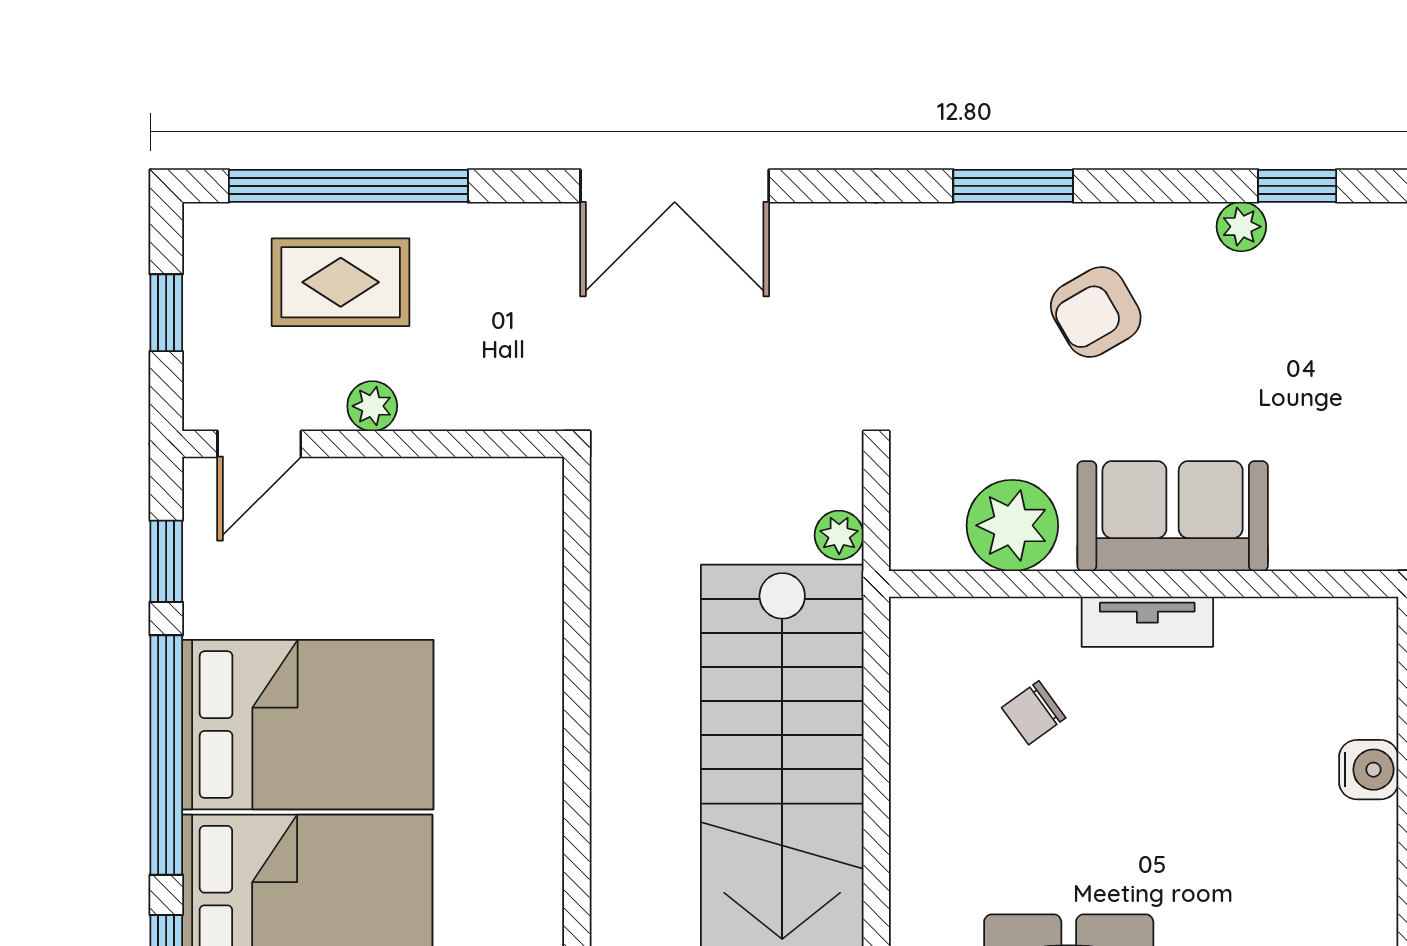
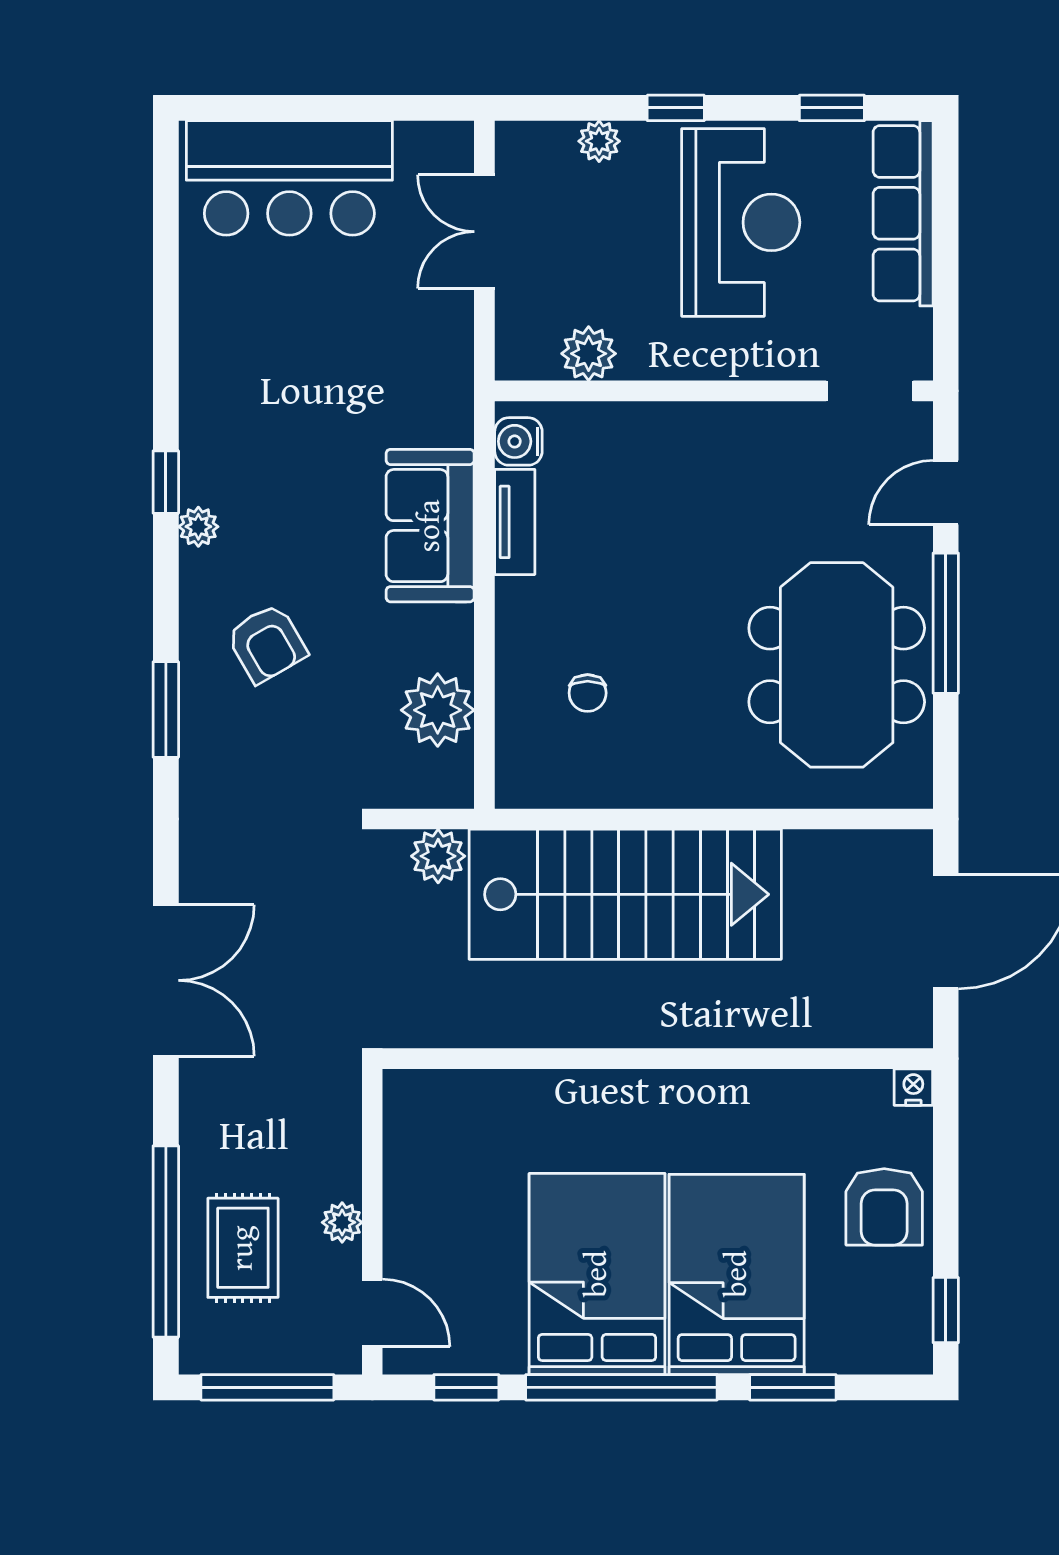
window: (166, 313) -> (267, 1387), width x2.17
sofa: (1173, 516) -> (430, 526), moved
plant: (839, 535) -> (438, 856), width x1.38, depth x1.38
tv unit: (1147, 622) -> (515, 522), moved
chair: (1034, 713) -> (588, 693), turned 36
water cooler: (1369, 770) -> (518, 441), moved, turned -90

